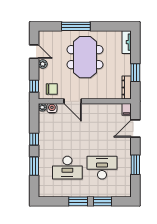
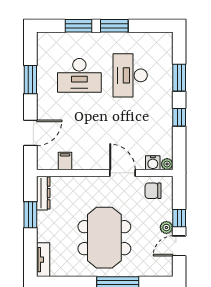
door: (34, 52) -> (179, 246), hinge flipped
window: (34, 86) -> (179, 218), moved
filing cabinet: (127, 109) -> (65, 161), moved
desk: (67, 168) -> (130, 75), turned -90

